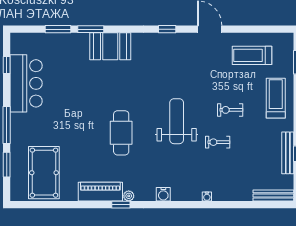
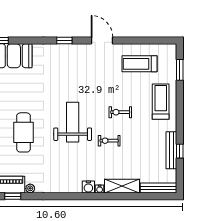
shelving: (232, 193) -> (122, 186), added
water cooler: (163, 194) -> (88, 187), moved
window: (121, 205) -> (13, 196), moved

